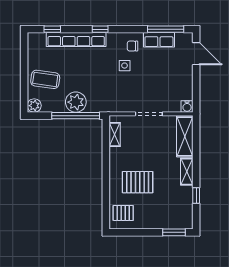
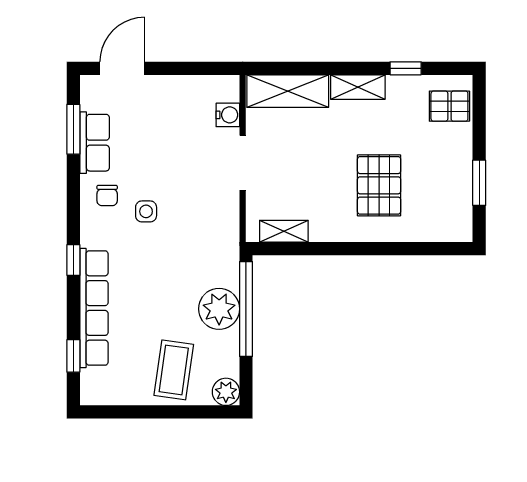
window: (166, 29) -> (73, 129), width x0.69
water cooler: (187, 106) -> (228, 115), moved
pallet: (123, 213) -> (449, 106), moved, turned 90
window: (174, 232) -> (479, 183), moved

